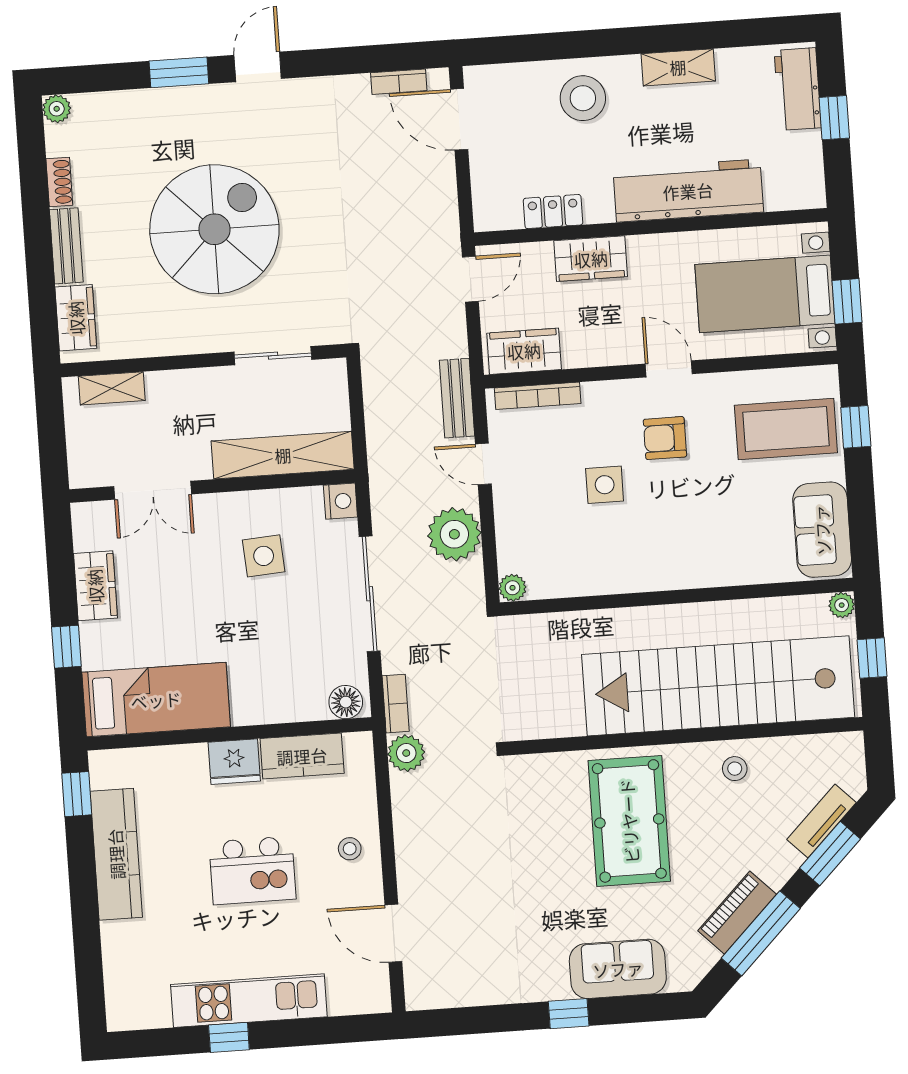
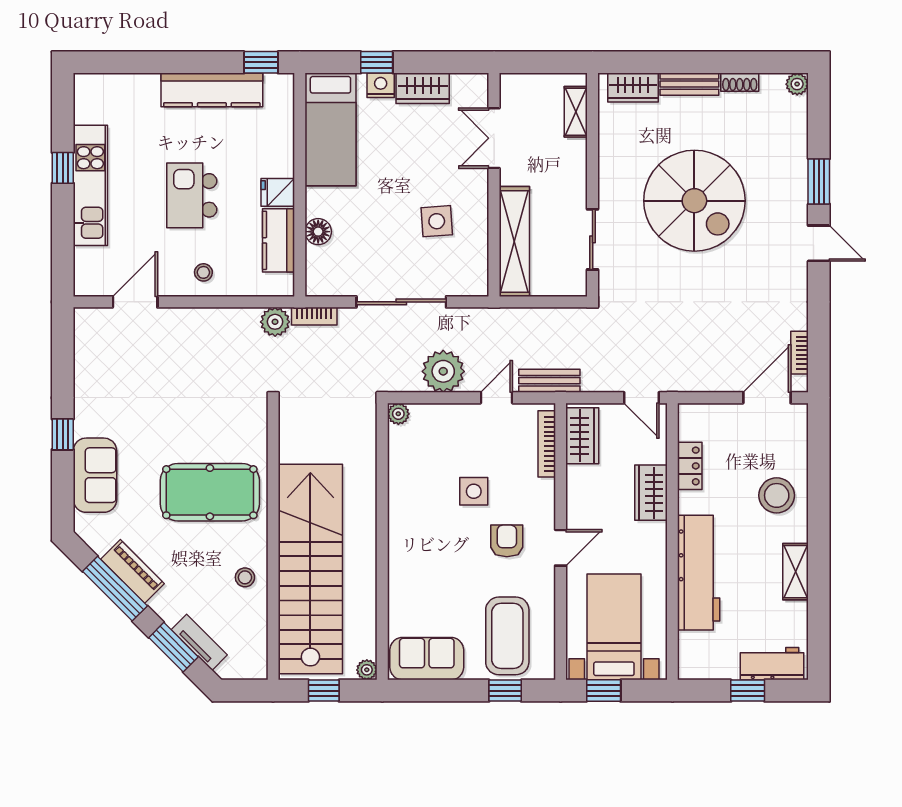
nightstand: (340, 501) -> (381, 85), moved, turned 180
floor lamp: (346, 702) -> (318, 232), moved
fridge: (234, 762) -> (278, 192), width x0.72

